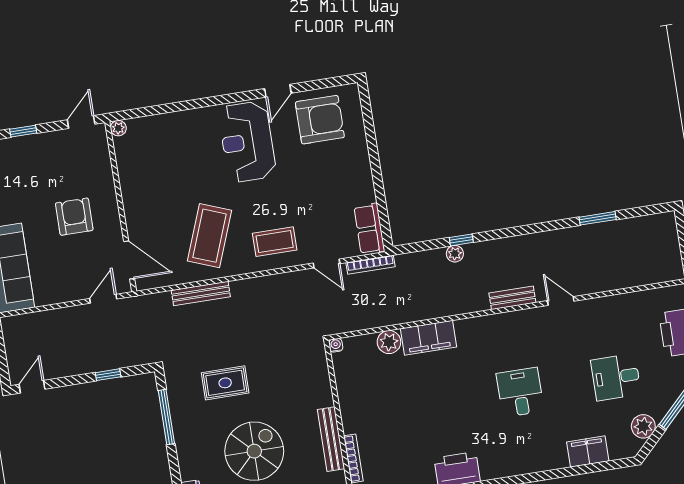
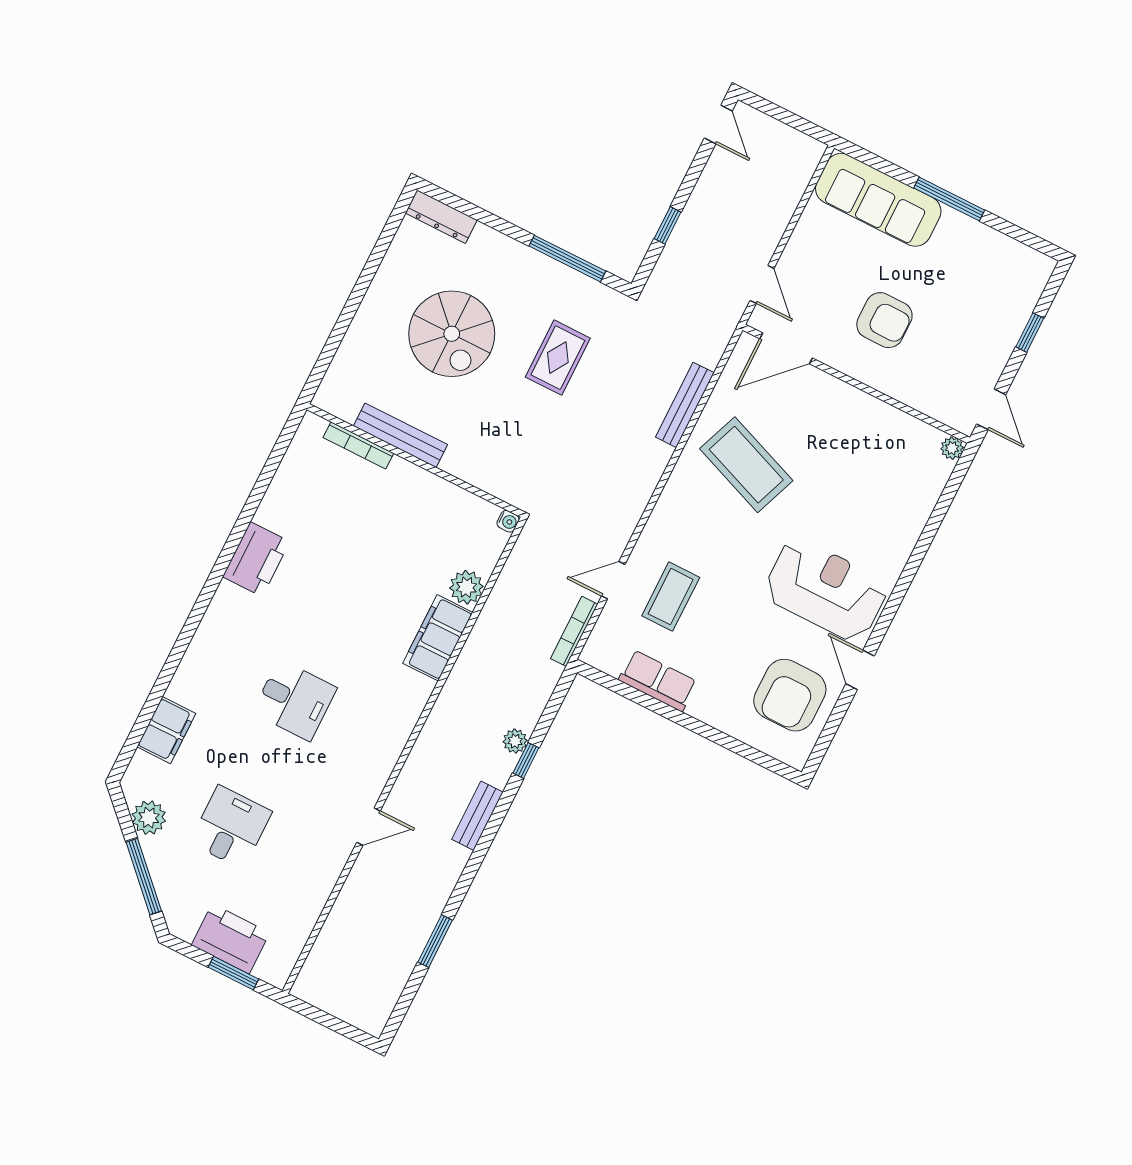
row of seats: (369, 229) -> (658, 681), moved
coffee table: (275, 242) -> (671, 597), moved
bench: (512, 298) -> (477, 816), moved

